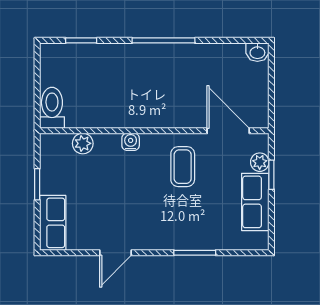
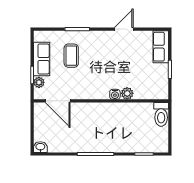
plant: (83, 143) -> (127, 93), moved
coffee table: (183, 167) -> (71, 56), moved

